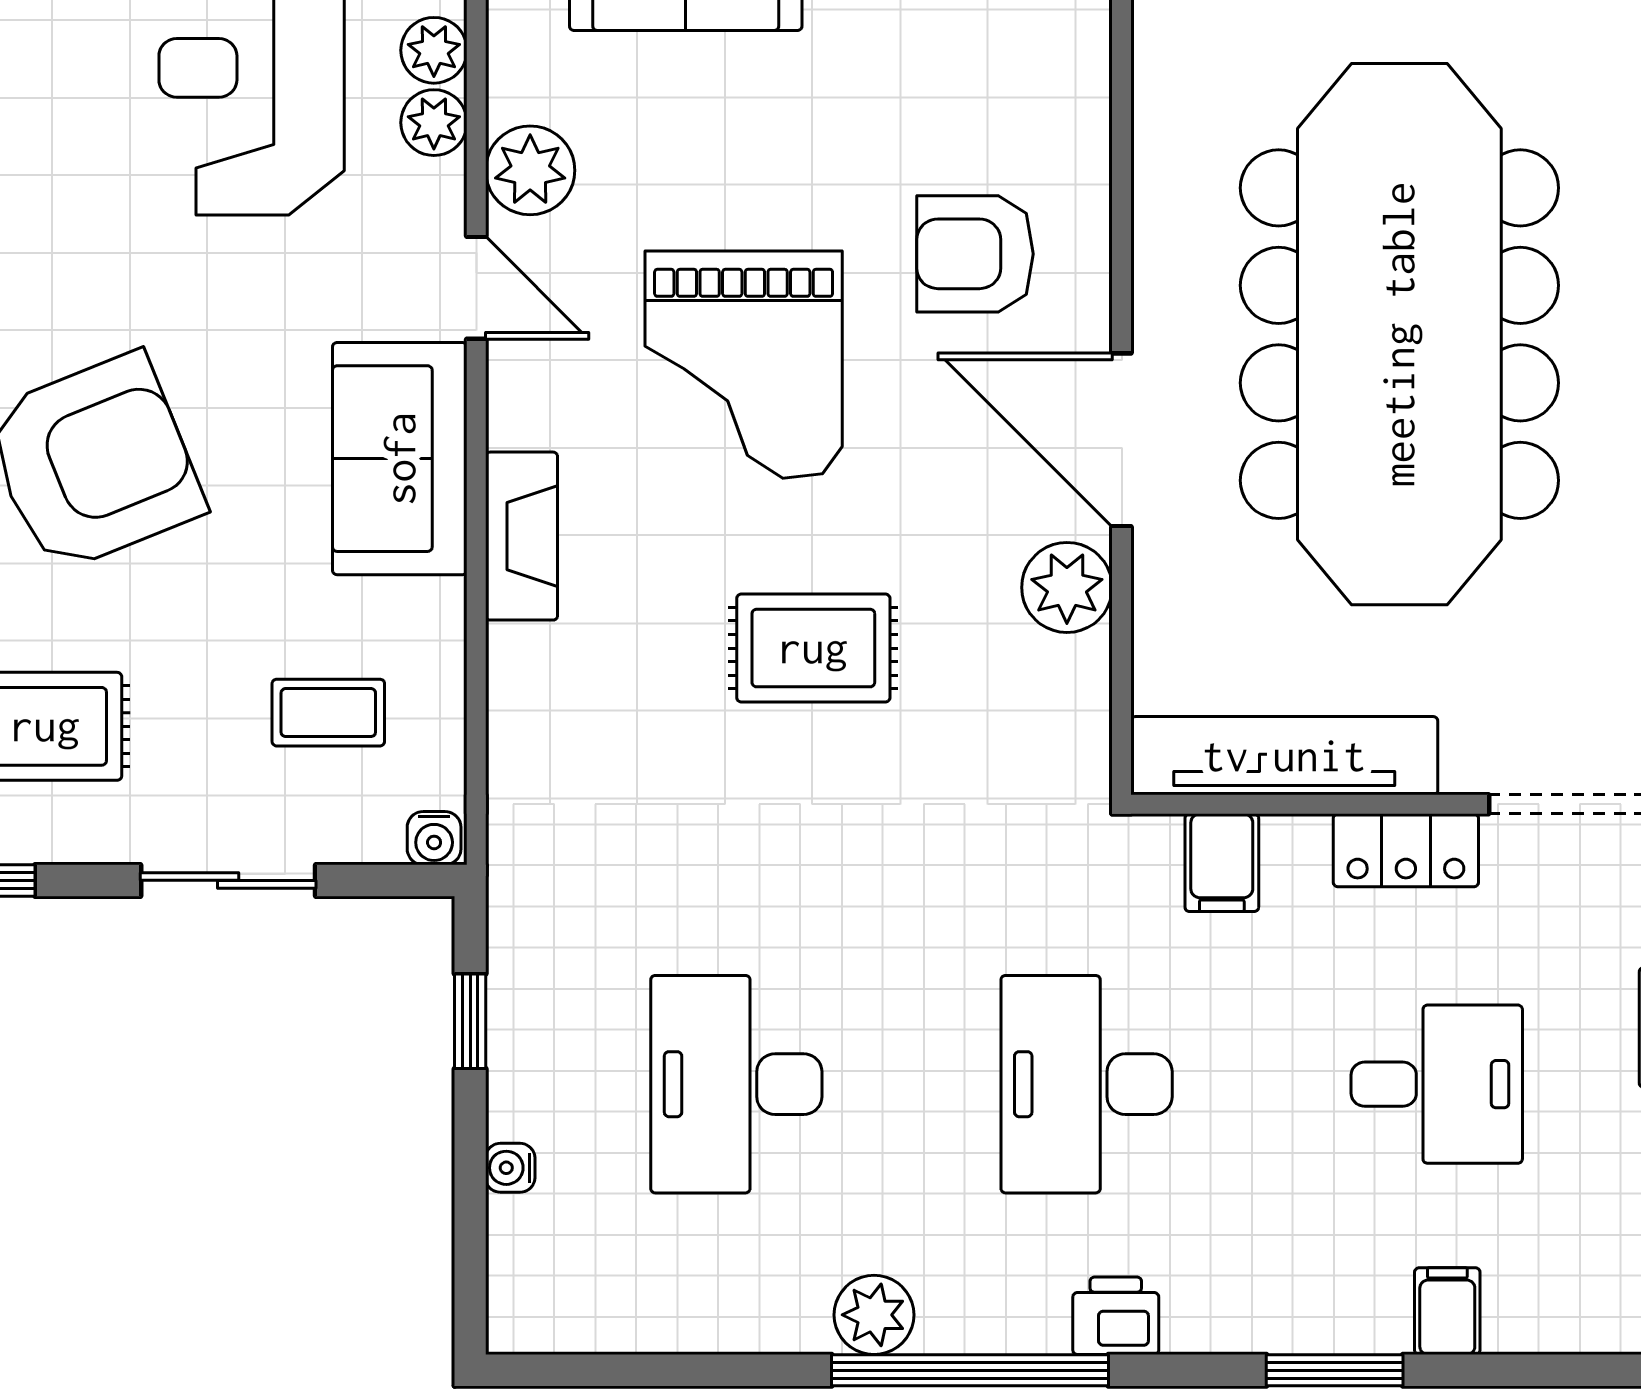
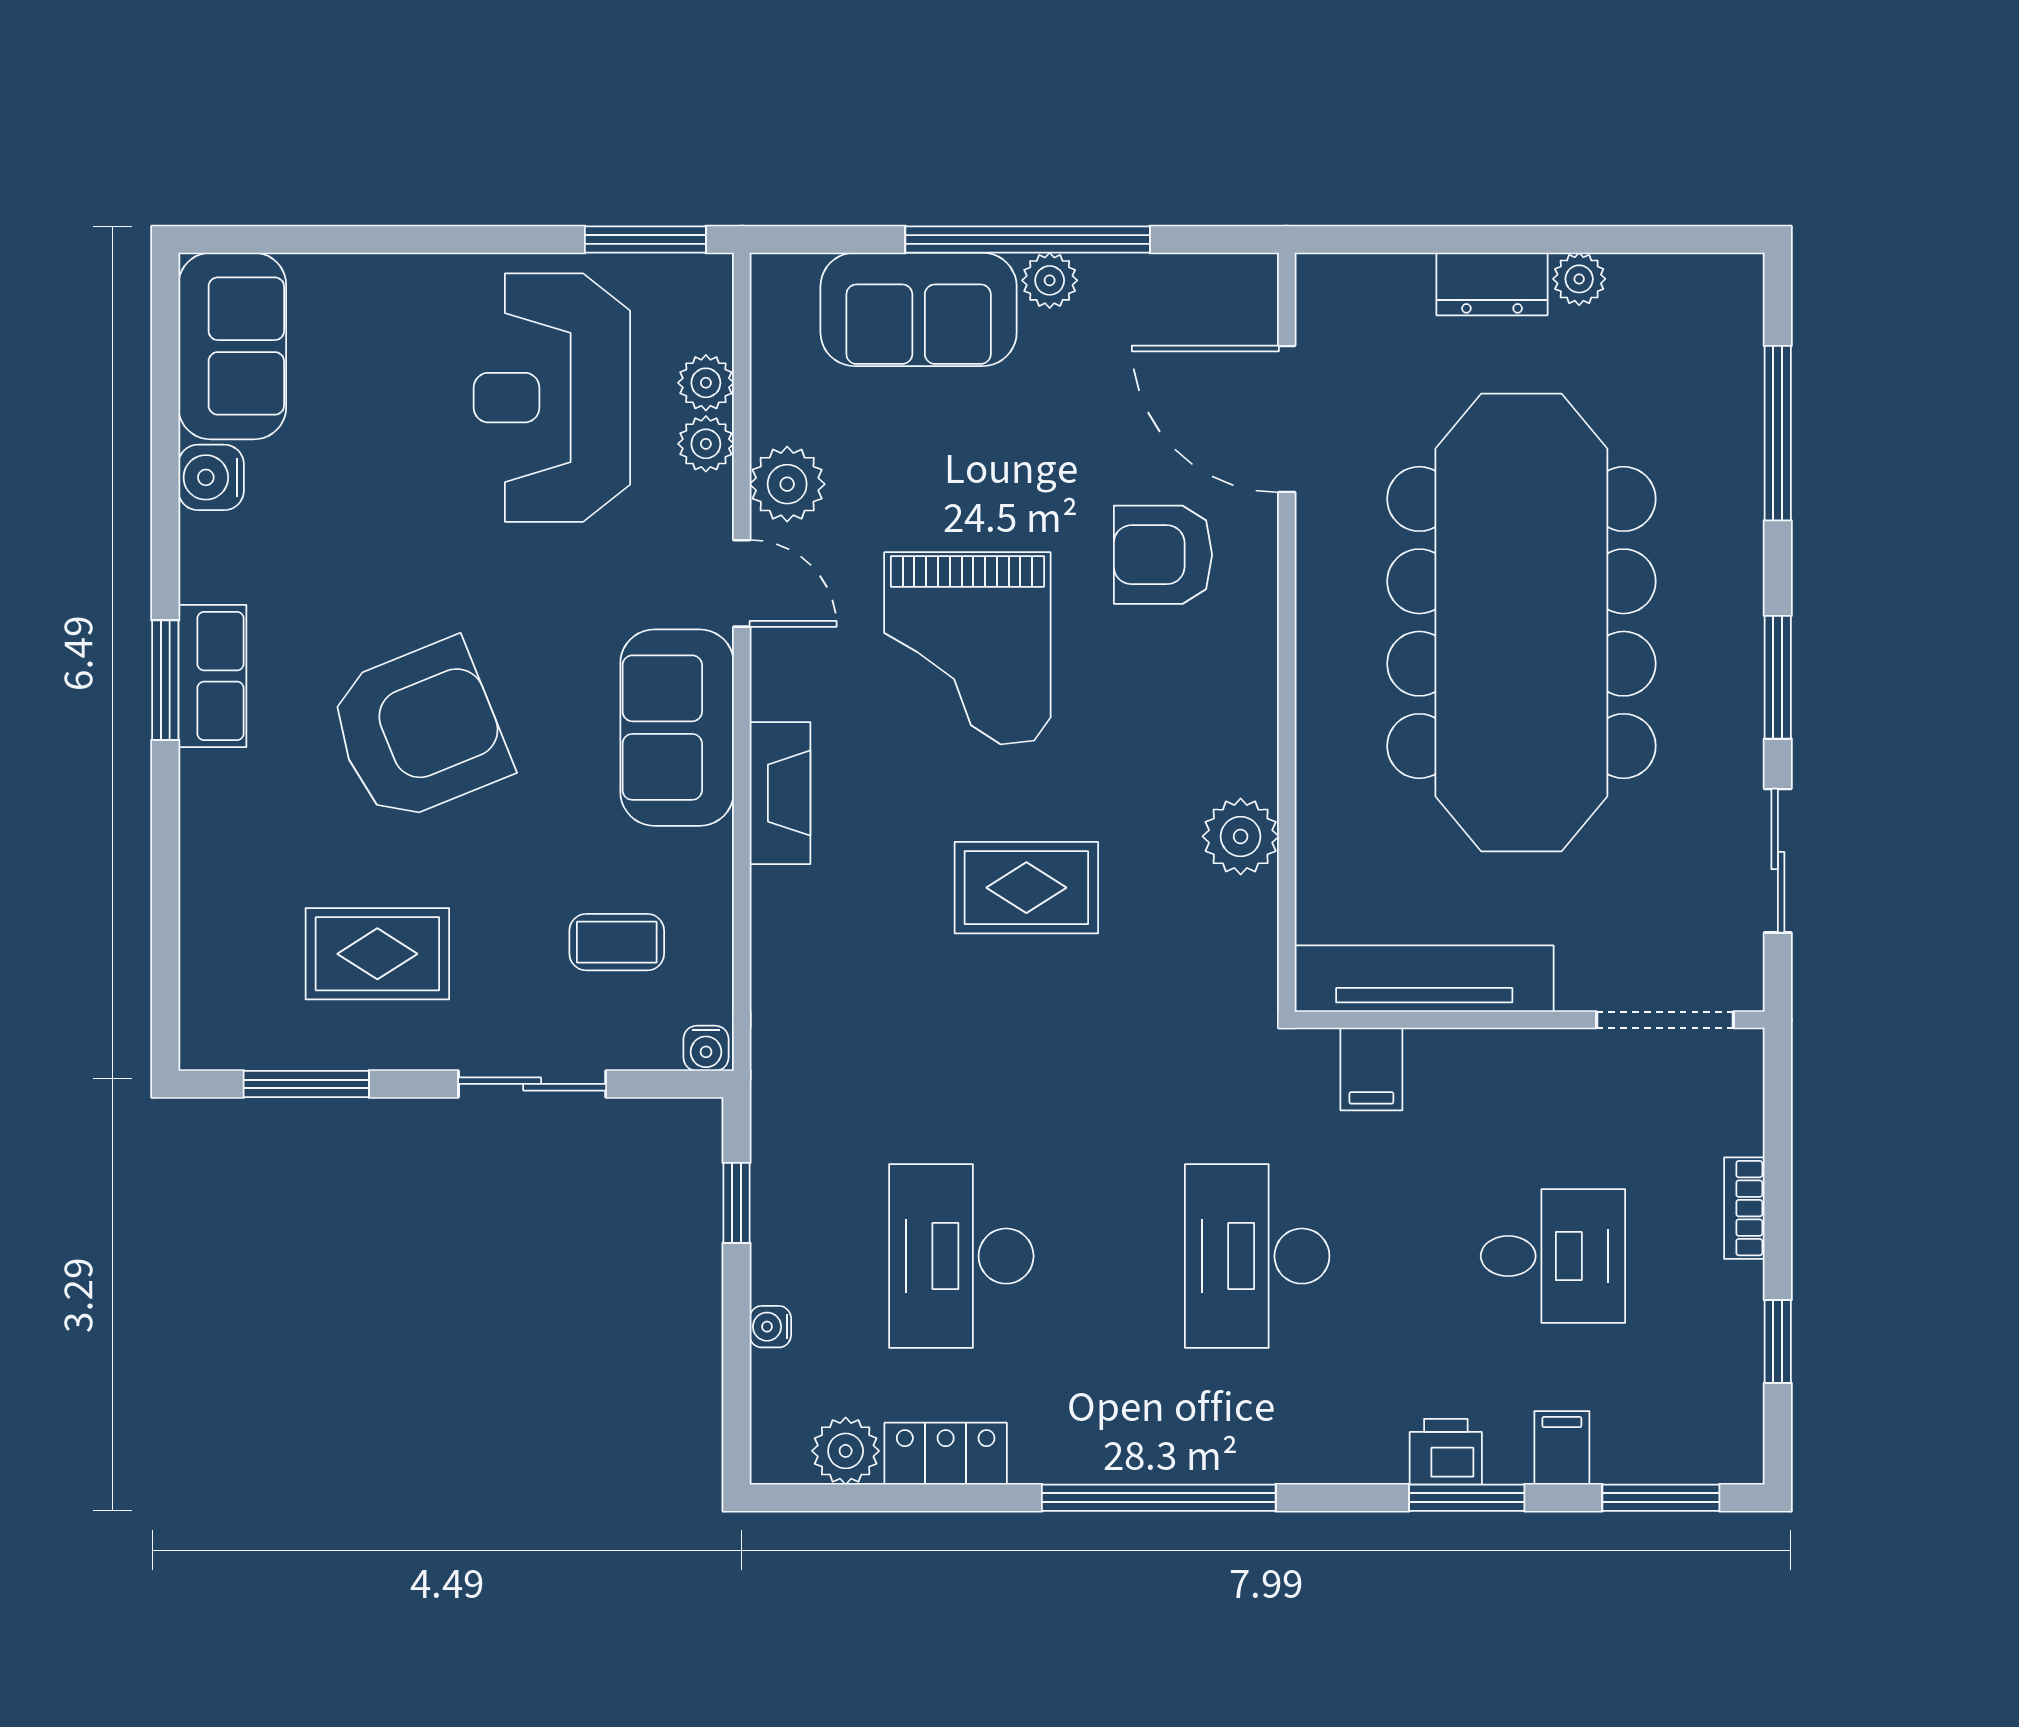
door: (1122, 440) -> (1287, 419), moved
locker: (1406, 850) -> (946, 1454), moved, turned 180
plant: (874, 1315) -> (846, 1451), moved
printer: (1116, 1316) -> (1446, 1452), moved
window: (1565, 1370) -> (1661, 1498), added

